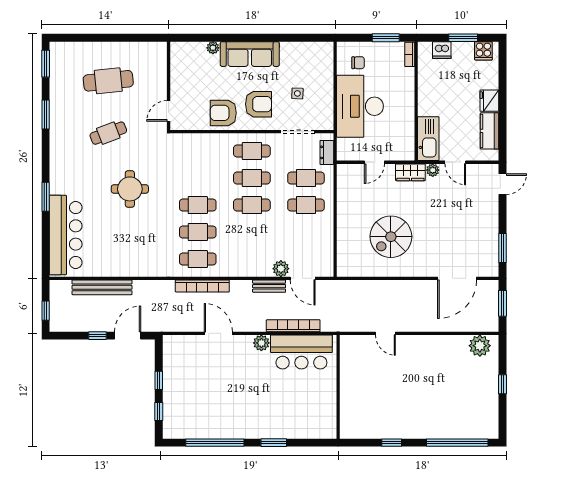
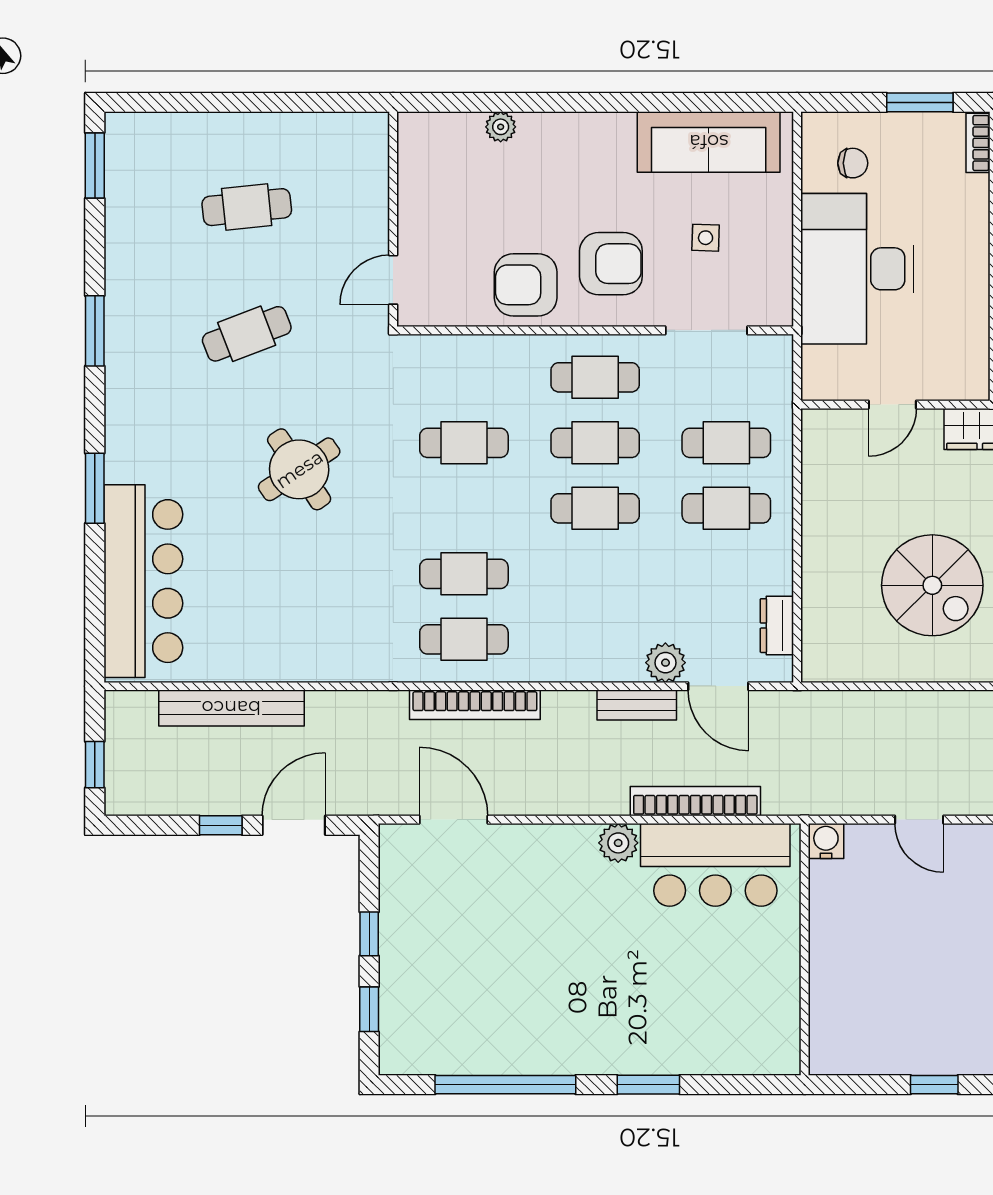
sofa: (250, 54) -> (709, 142), moved
cafe table: (108, 81) -> (247, 207), width x0.73, depth x0.74
window: (46, 115) -> (95, 331), moved
dresser: (327, 152) -> (777, 626), moved
round table: (130, 189) -> (299, 469), turned -34
cafe table: (198, 205) -> (464, 443), moved
spiral stairs: (391, 237) -> (932, 585), turned -90
door: (218, 333) -> (453, 820), moved
water cooler: (347, 342) -> (826, 841), added

